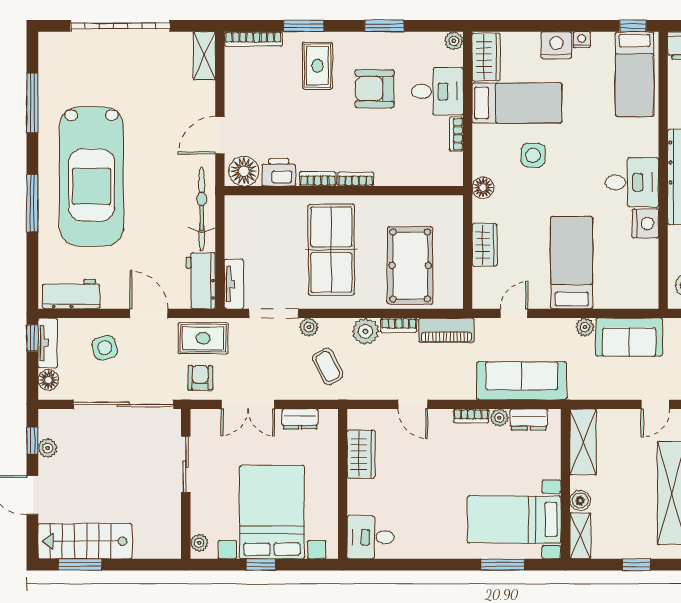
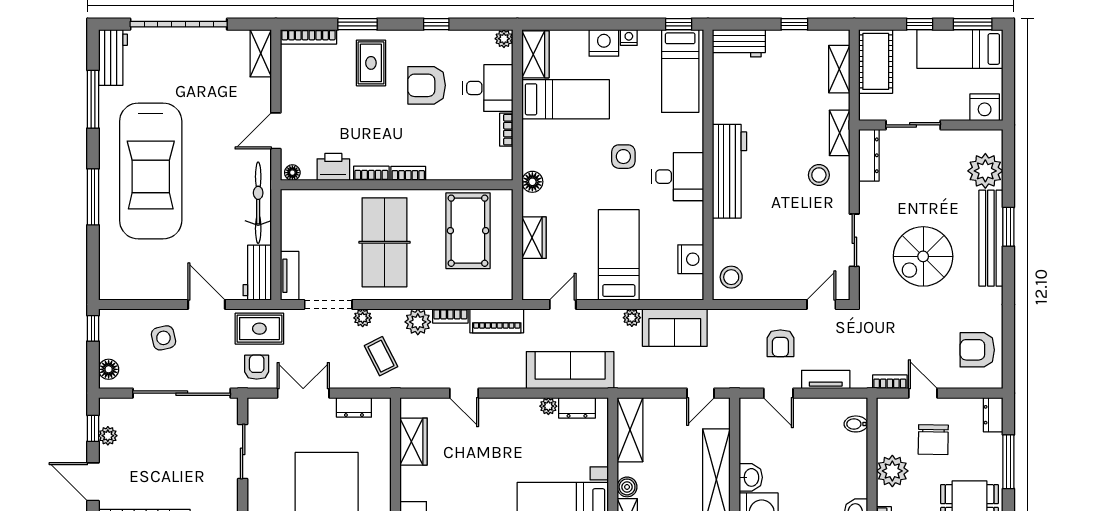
window: (384, 26) -> (436, 24), width x0.67
side table: (533, 155) -> (623, 157), moved
floor lamp: (244, 171) -> (292, 173), width x0.53, depth x0.53
nightstand: (645, 224) -> (691, 259), moved
pool table: (410, 265) -> (468, 231), moved
workbench: (71, 294) -> (113, 58), moved, turned 90
tv unit: (48, 343) -> (108, 333), removed
double door: (248, 404) -> (303, 393), swing flipped
bookcase: (471, 416) -> (521, 404), removed

